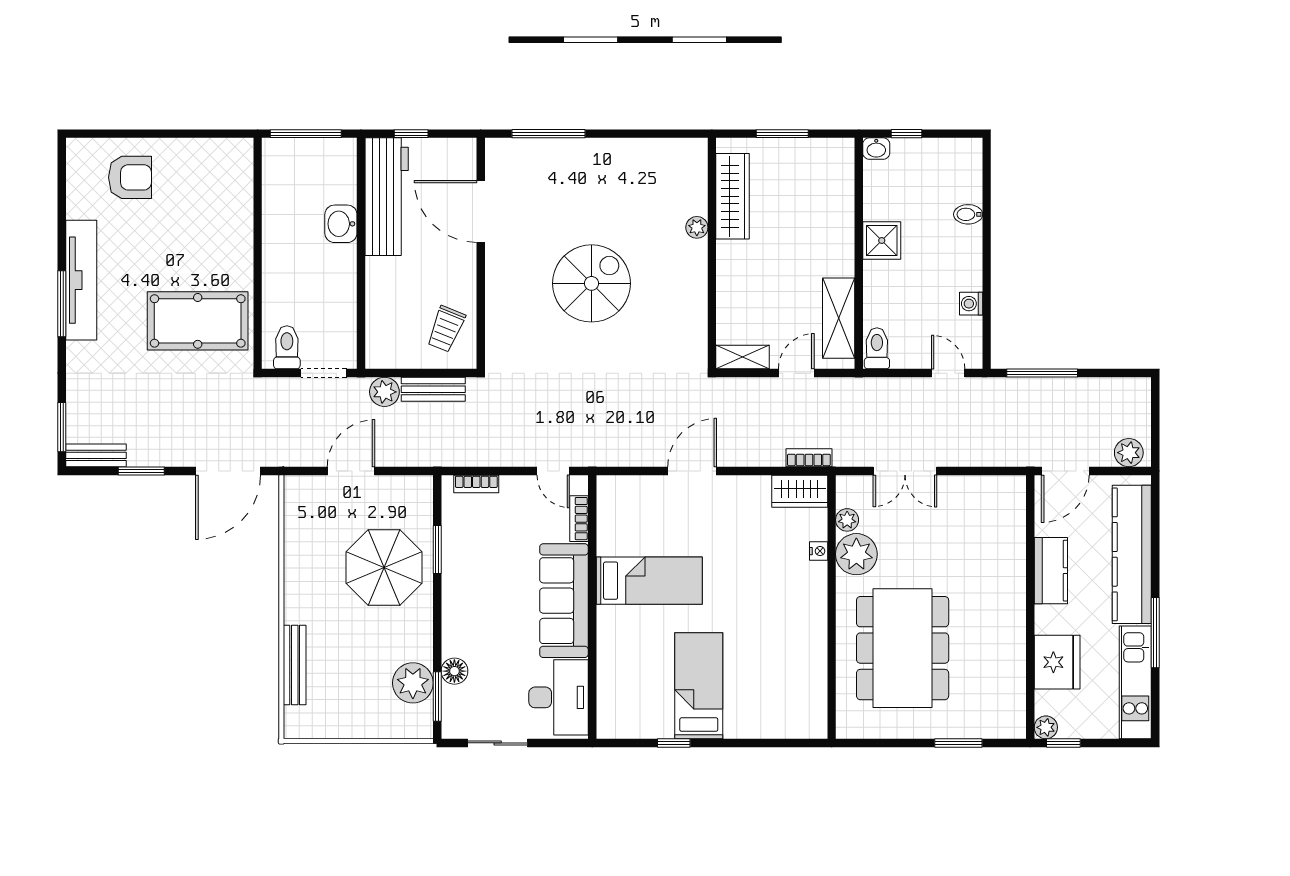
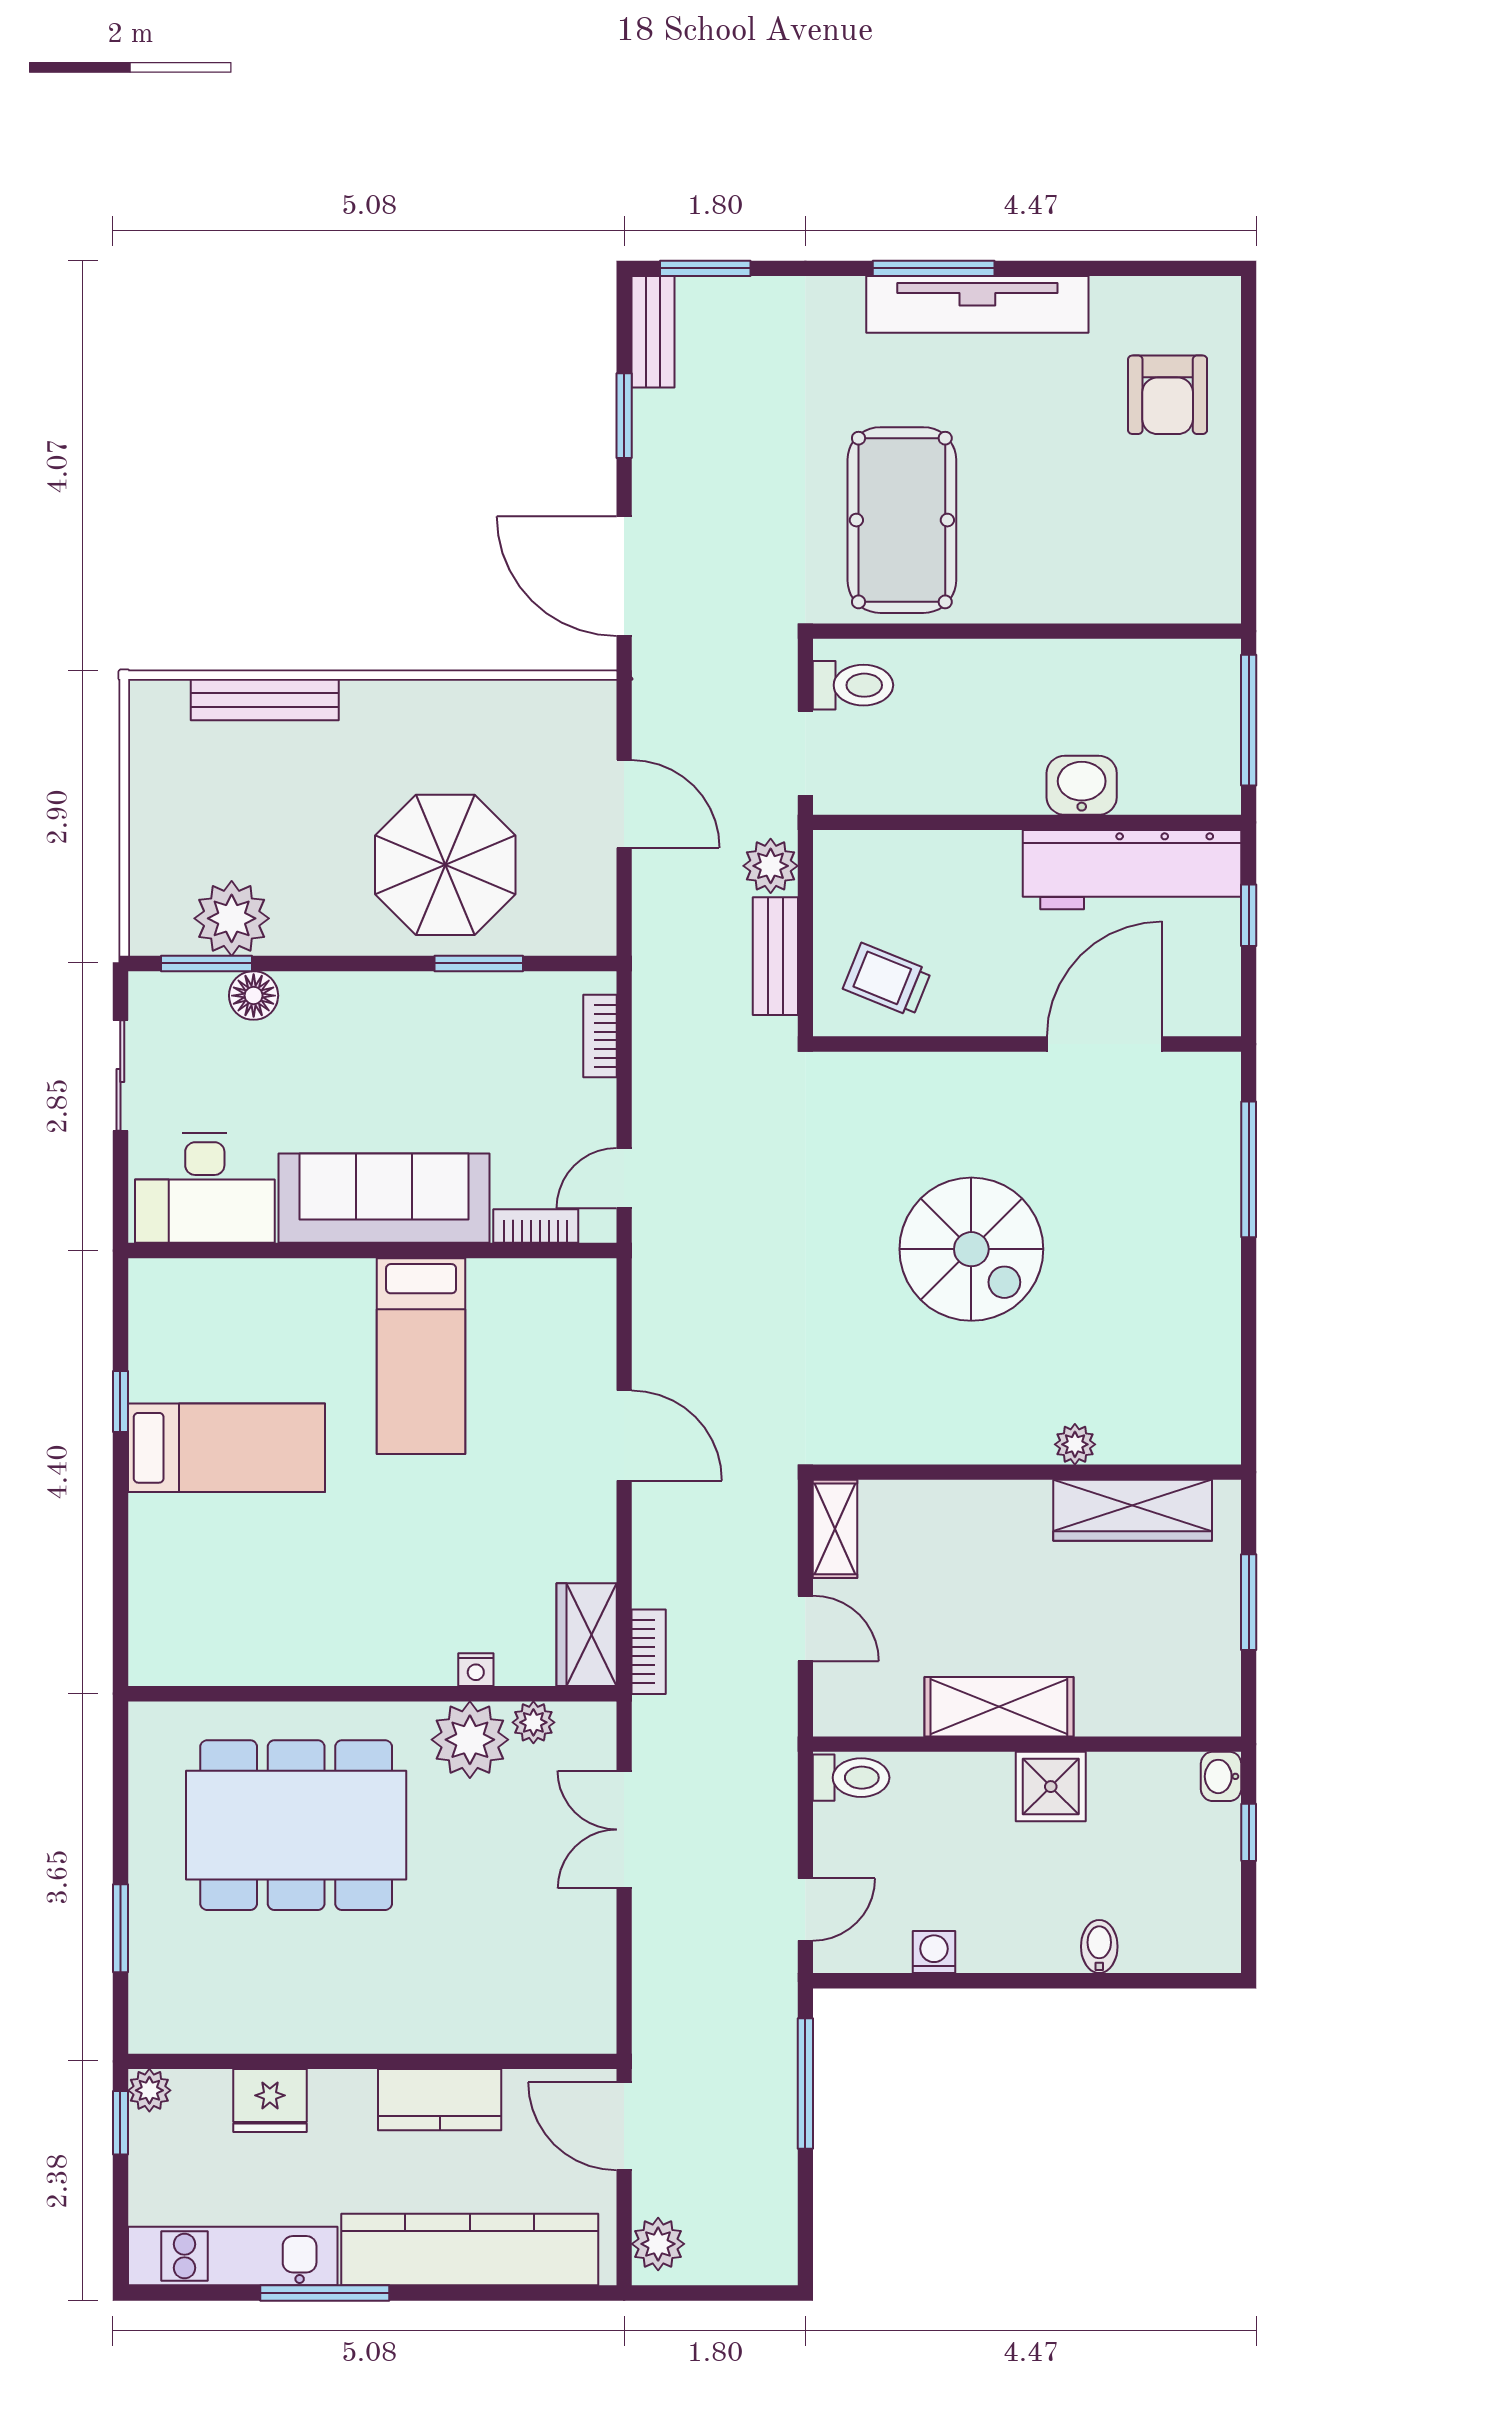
shelving: (839, 318) -> (999, 1707), moved
fridge: (1057, 662) -> (270, 2101), width x0.73, depth x0.75

